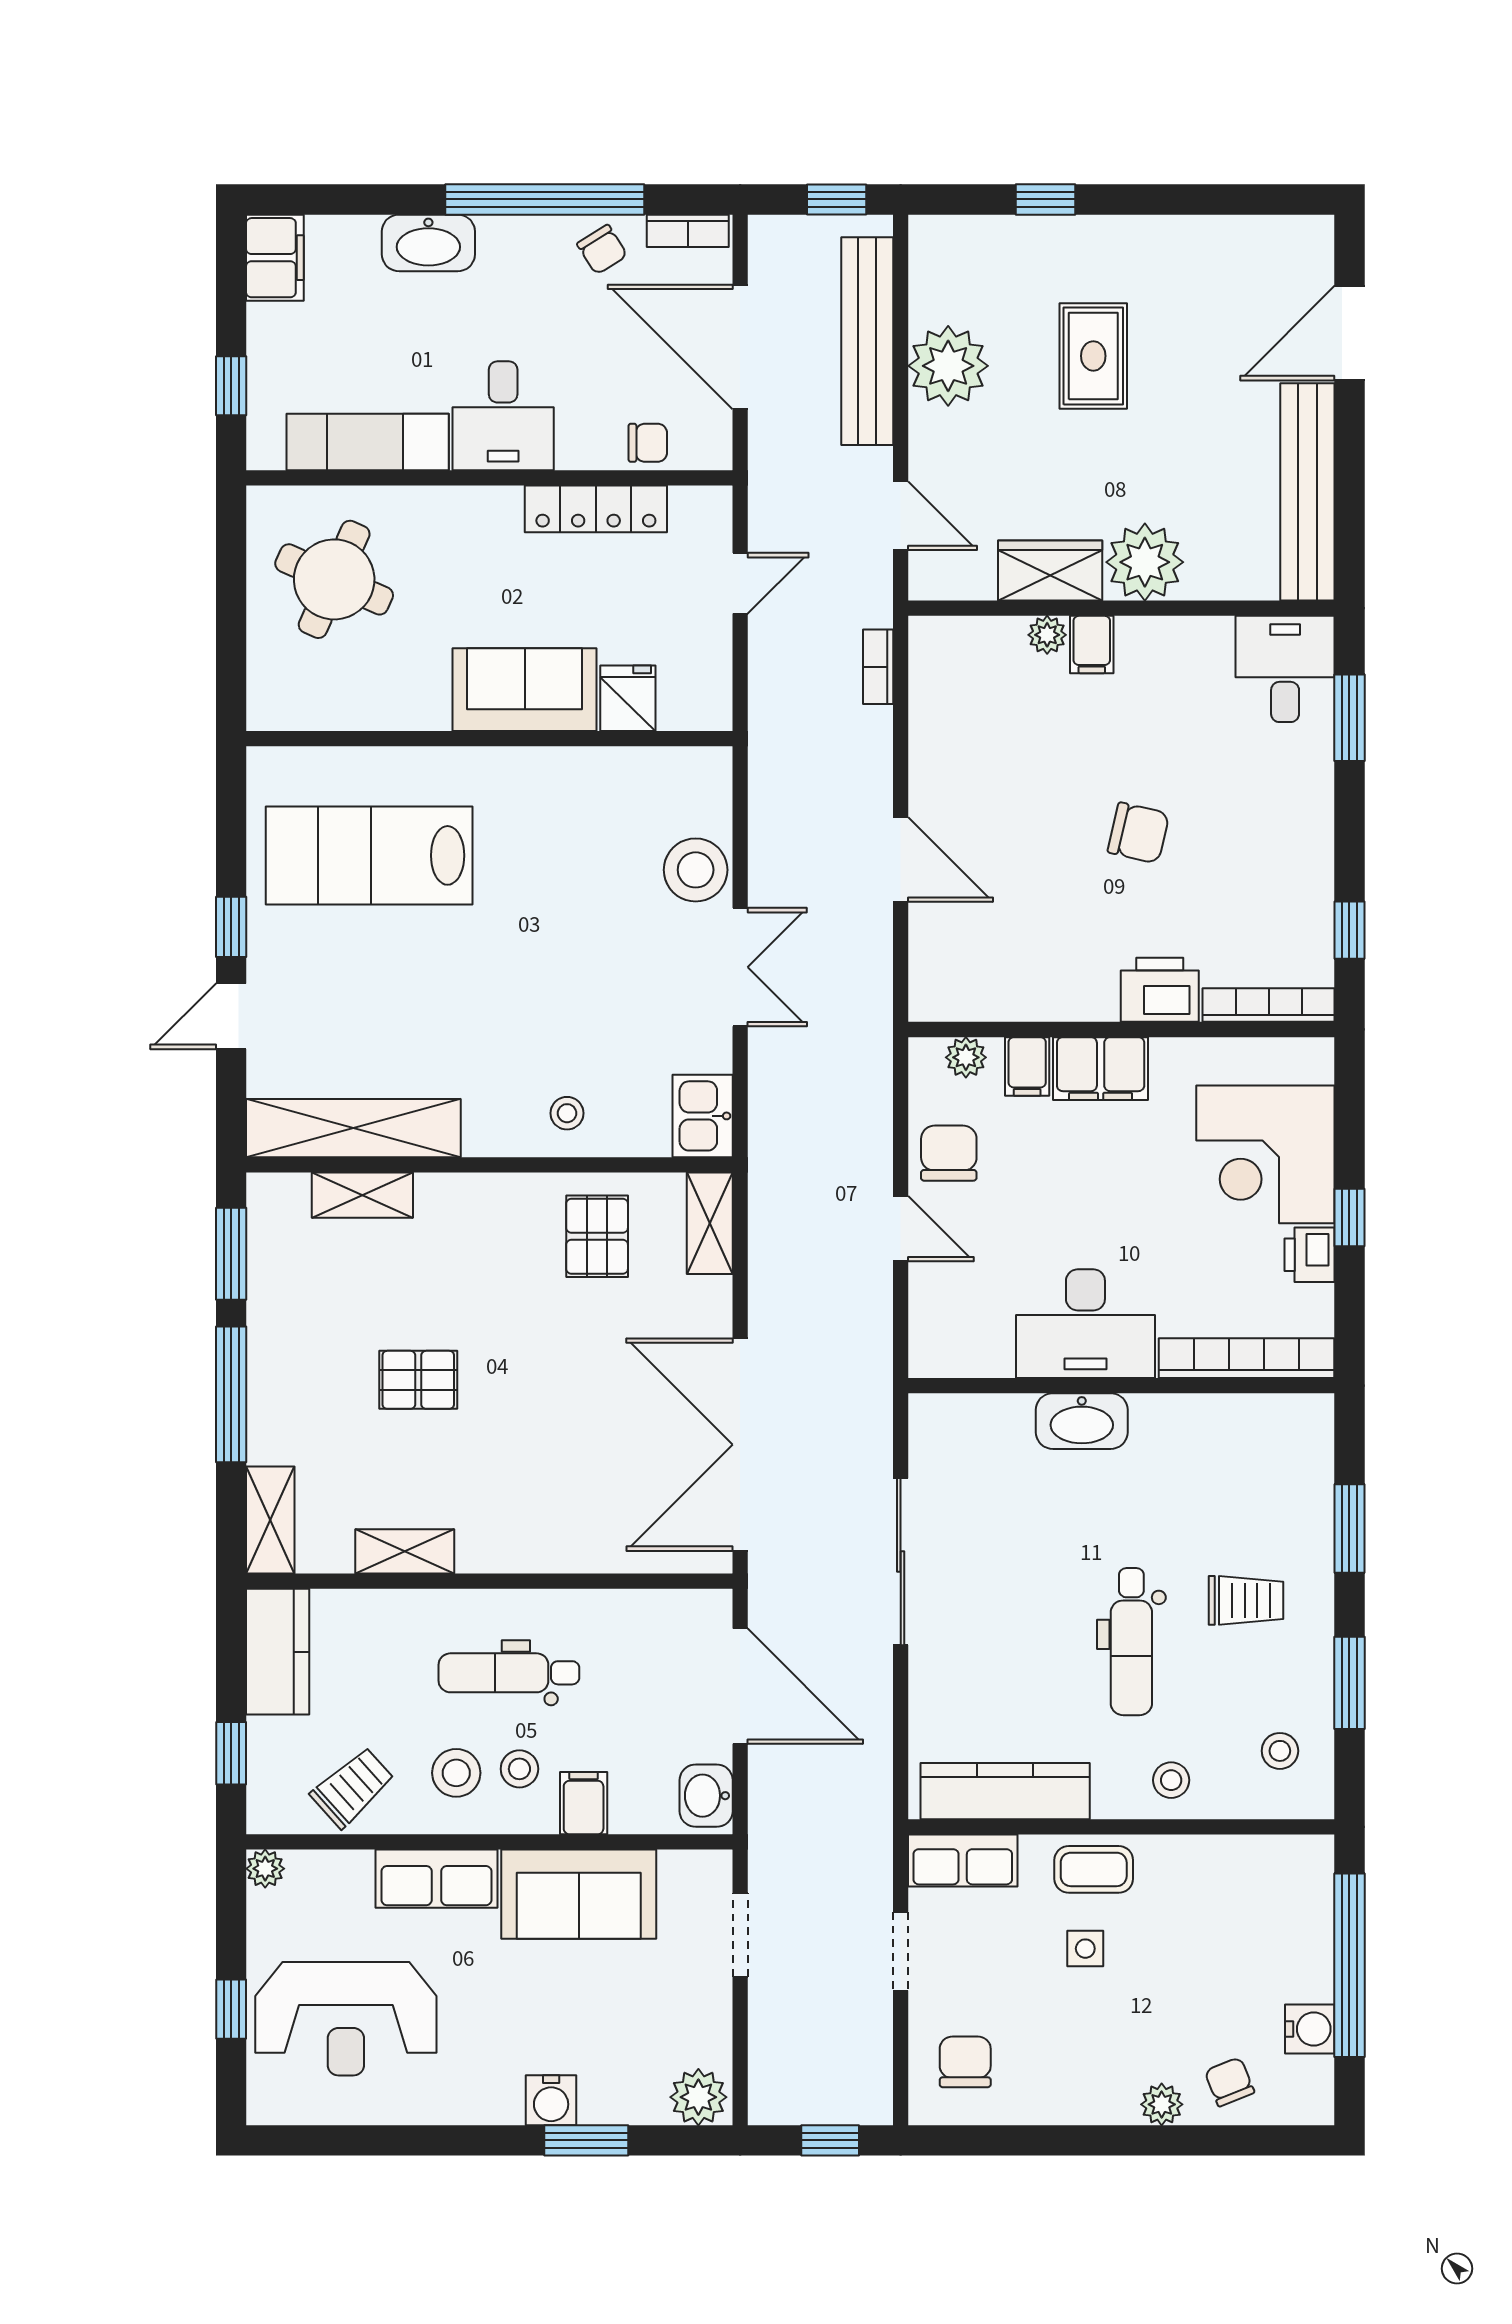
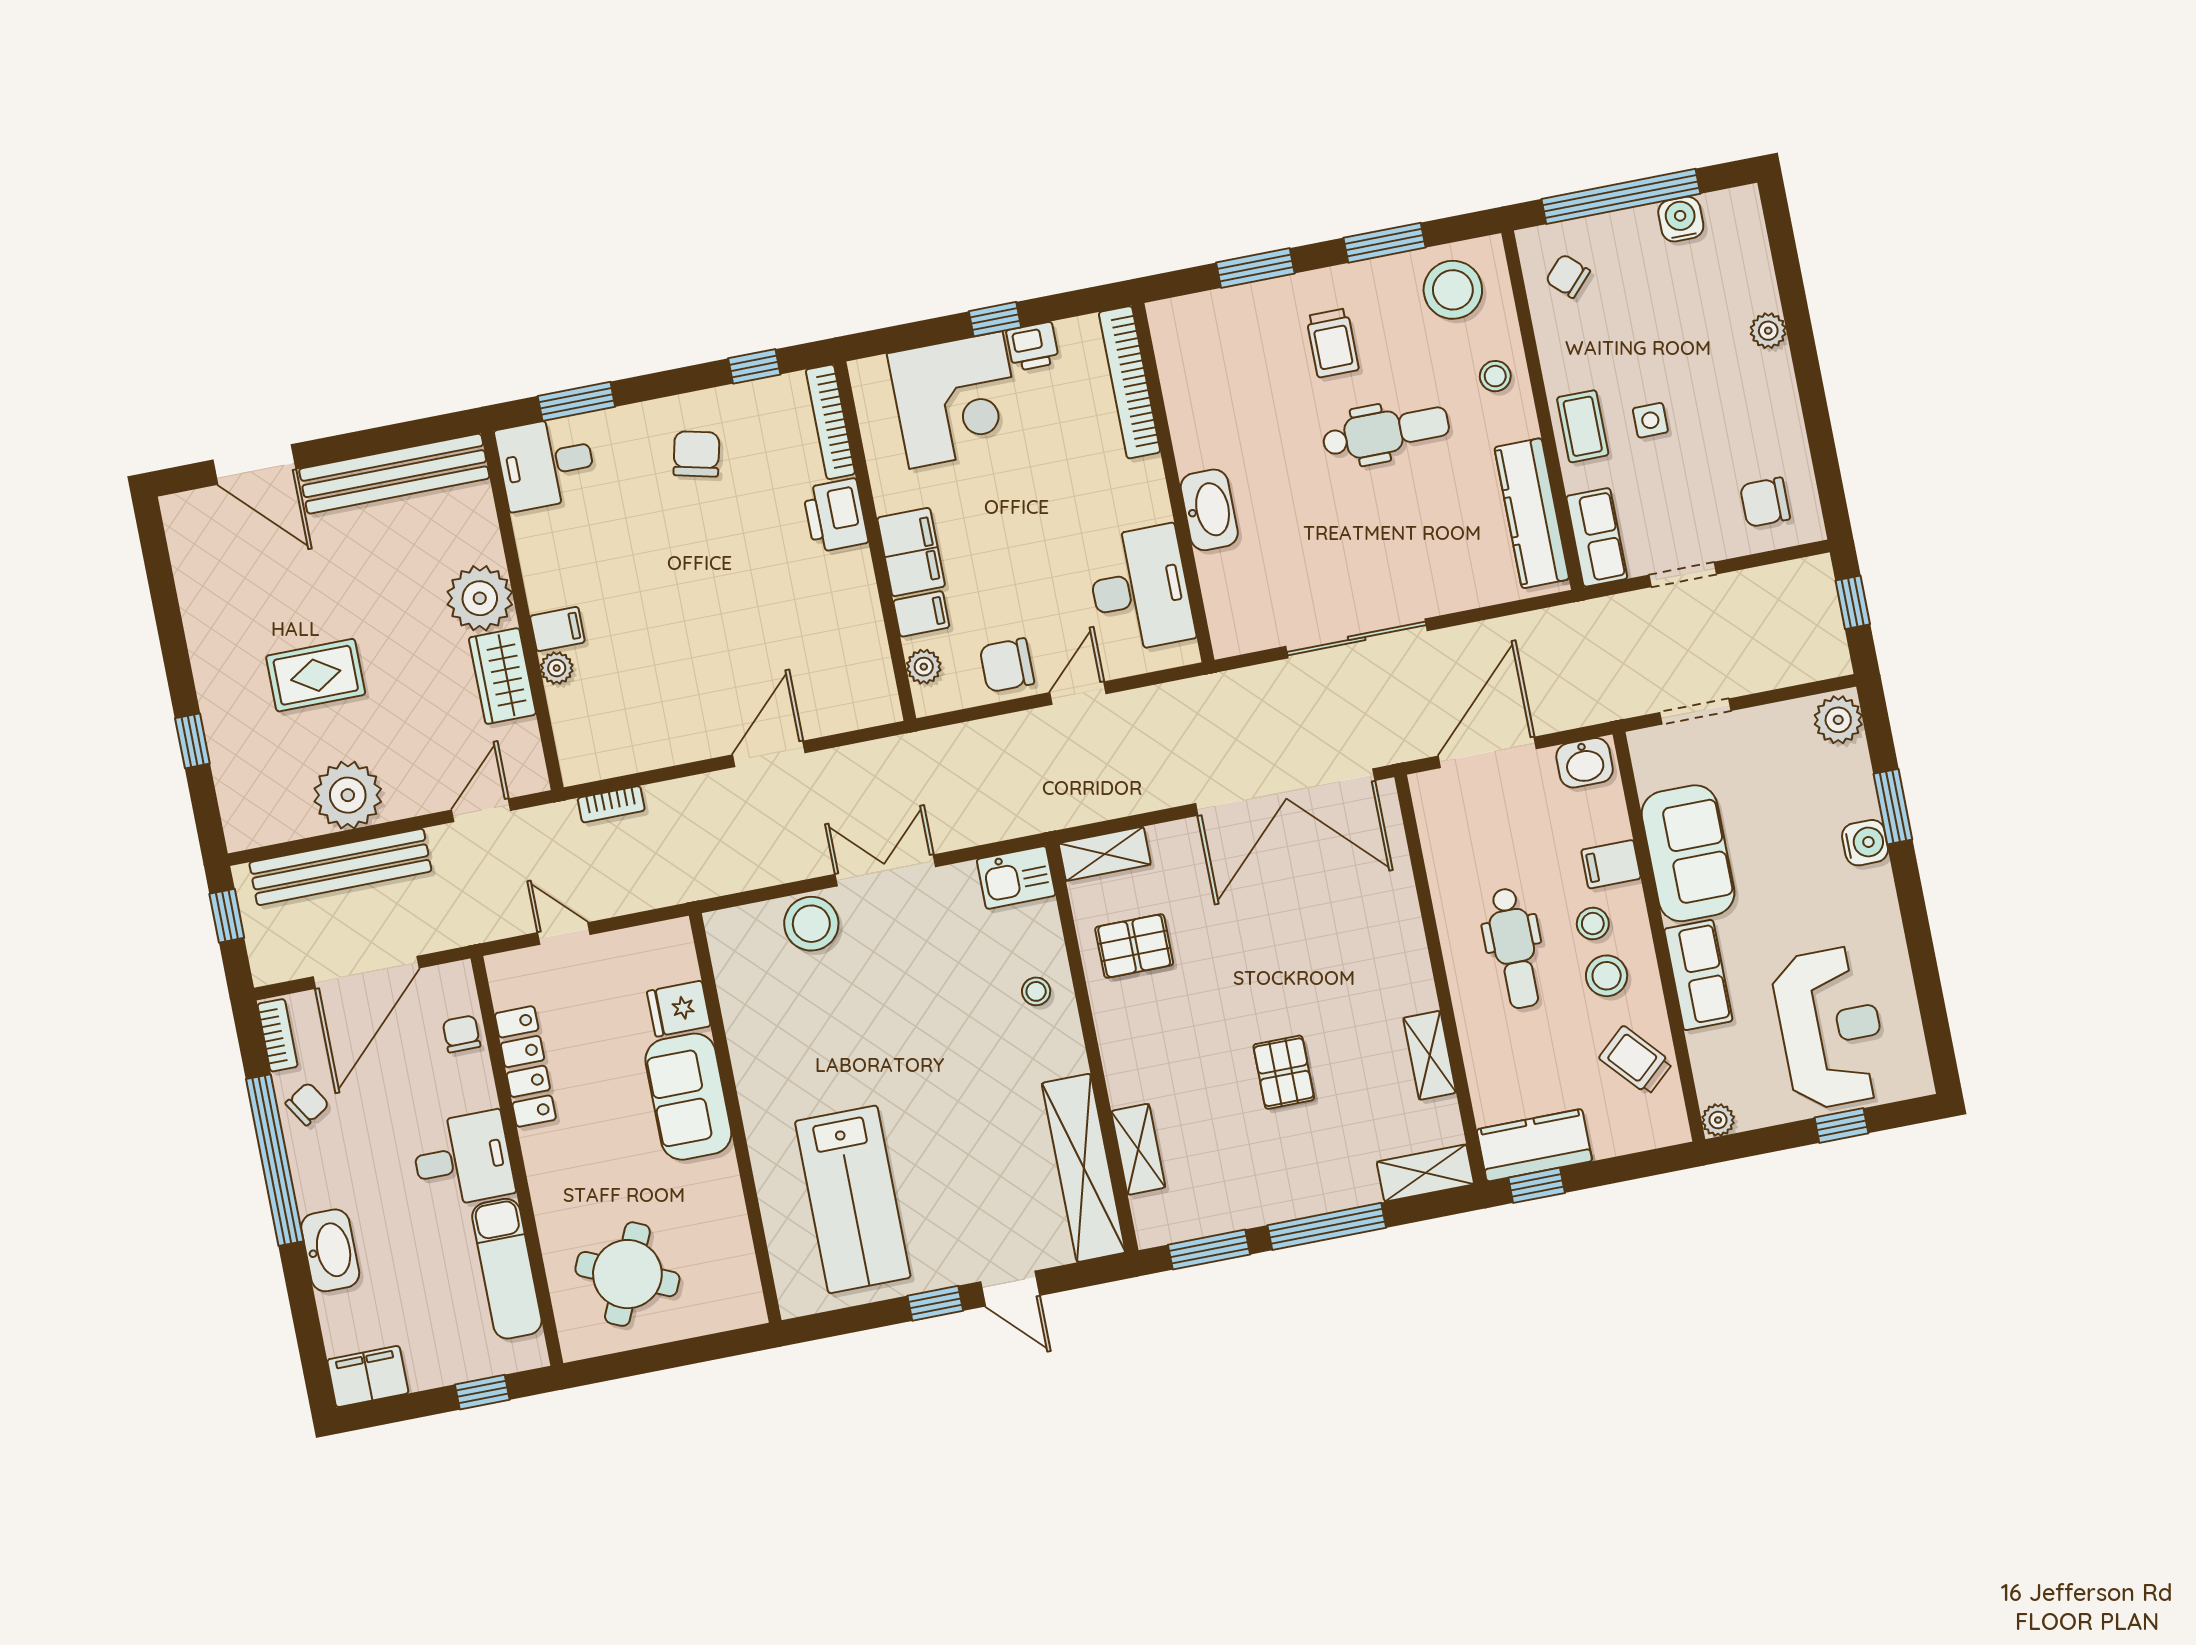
chair: (1138, 833) -> (696, 454), moved
desk: (1085, 1324) -> (1140, 589), moved
trolley: (1246, 1600) -> (1332, 343), turned 180
stool: (1280, 1751) -> (1453, 290), width x1.89, depth x1.89
window: (231, 1753) -> (1537, 1185), moved
chair: (1229, 2082) -> (1568, 276), moved, turned 65

